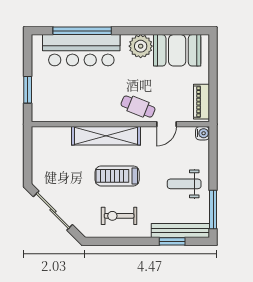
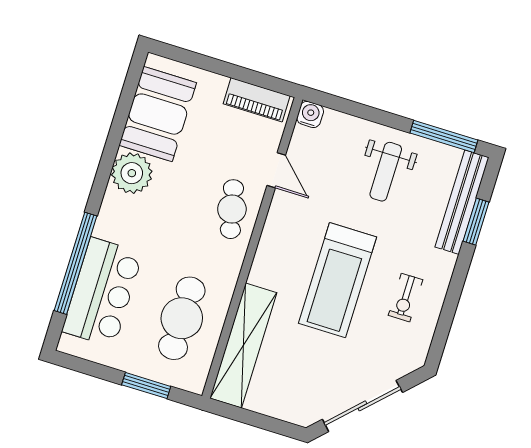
bar counter: (81, 50) -> (102, 292), width x0.73
cafe table: (70, 98) -> (182, 318), added
cafe table: (138, 107) -> (232, 209), turned -35
shelving: (106, 136) -> (243, 346), moved
treadmill: (117, 176) -> (338, 280), width x1.37, depth x1.38
exercise bike: (119, 216) -> (406, 298), width x0.73, depth x0.72

